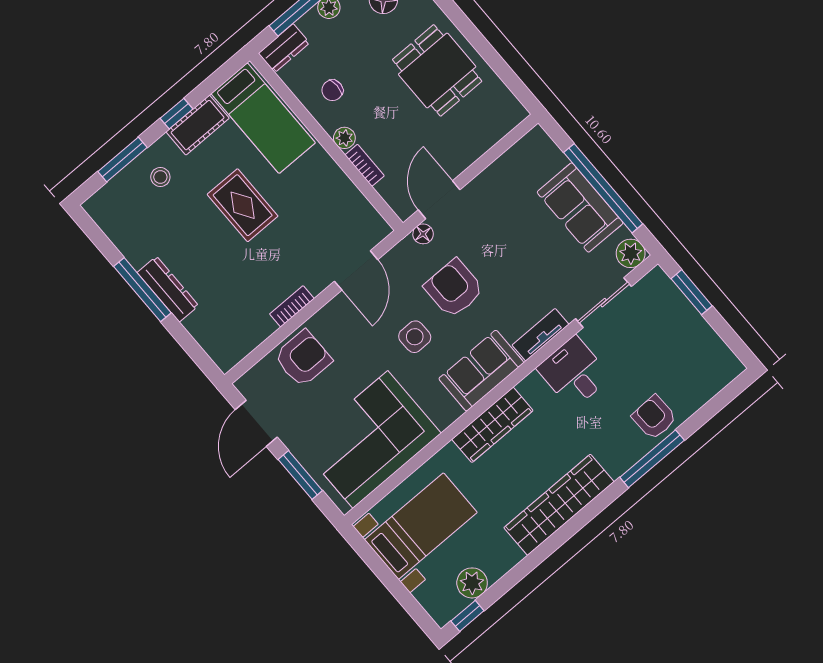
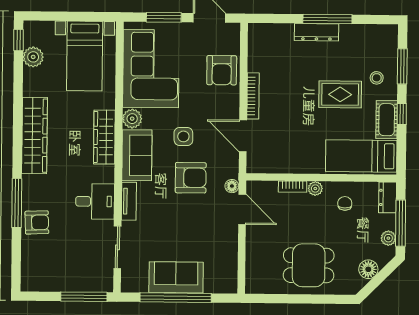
rug: (243, 205) -> (340, 94), moved
plant: (631, 253) -> (132, 119), moved
window: (692, 292) -> (84, 297), width x1.44
bookcase: (292, 306) -> (253, 96), width x1.56

